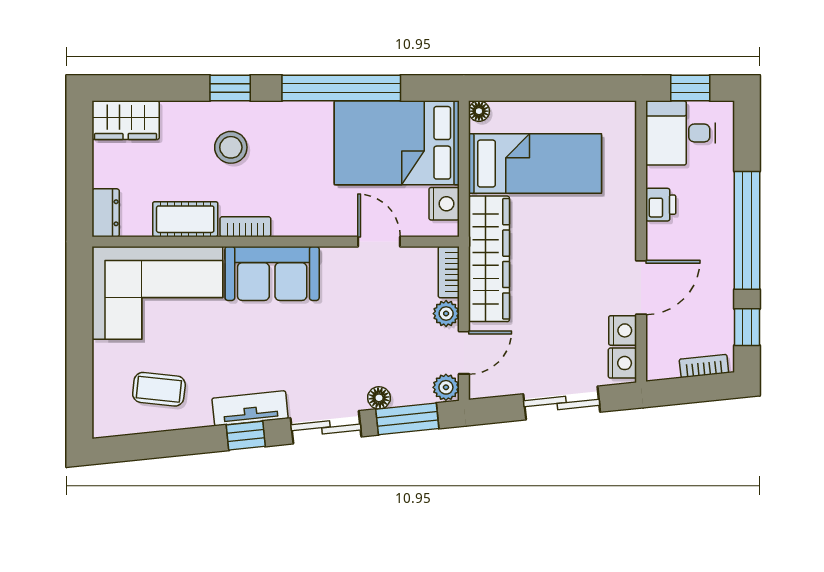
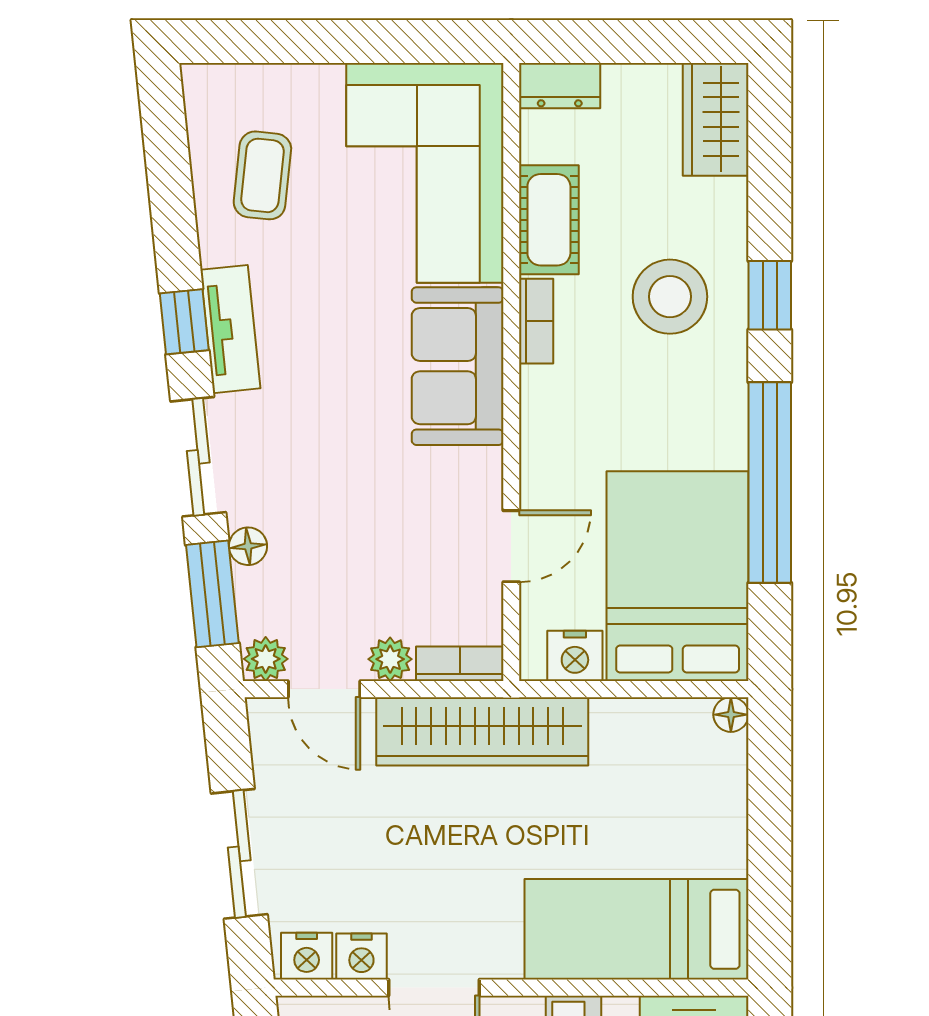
stool: (231, 147) -> (670, 297), width x1.38, depth x1.38
bed: (535, 164) -> (637, 929), moved, turned 90

